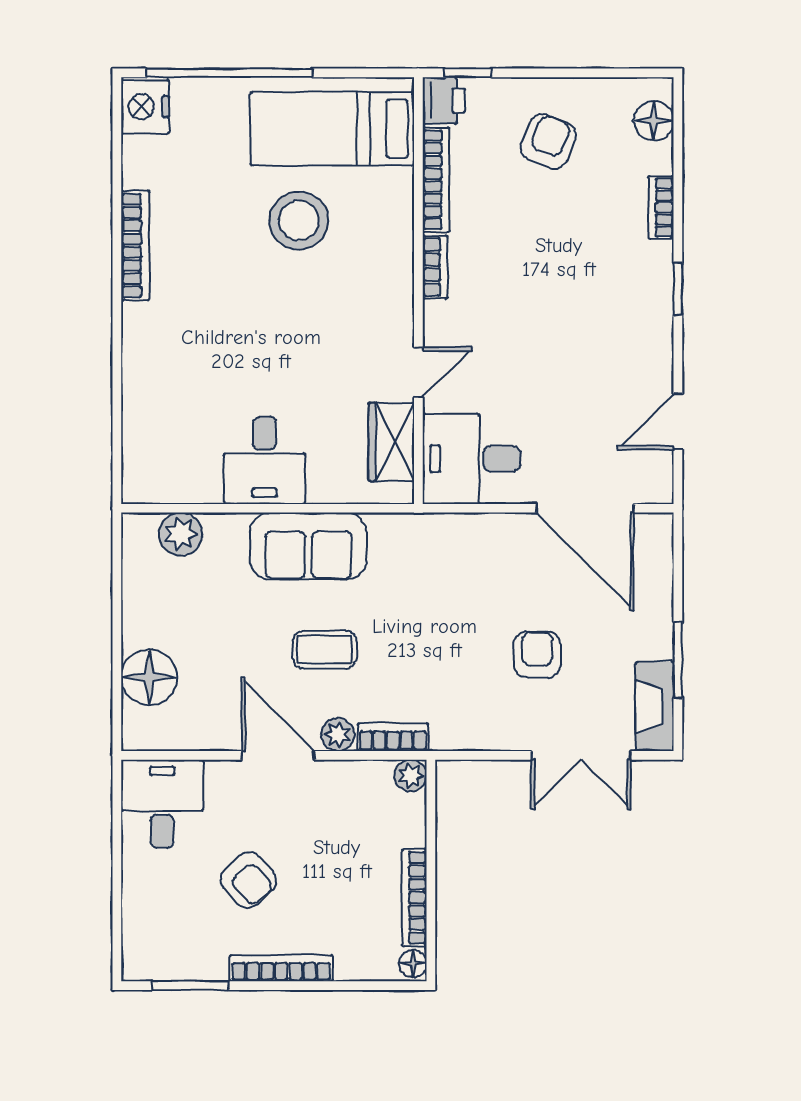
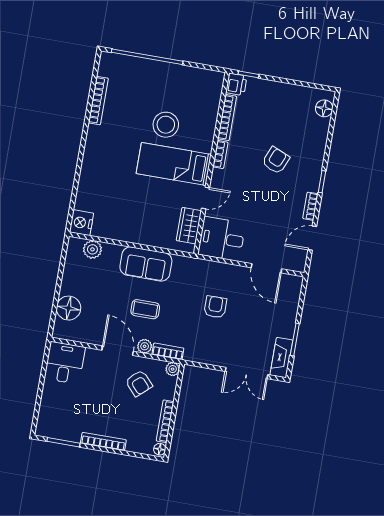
nightstand: (145, 107) -> (82, 223), moved
bed: (332, 129) -> (174, 164), moved
armchair: (548, 142) -> (276, 160), moved
bookcase: (661, 208) -> (310, 206), moved
bookcase: (135, 246) -> (98, 101), moved
desk: (265, 460) -> (134, 224), removed
door: (585, 508) -> (266, 268), width x0.73
armchair: (537, 655) -> (215, 307), moved
armchair: (248, 880) -> (139, 383), moved

